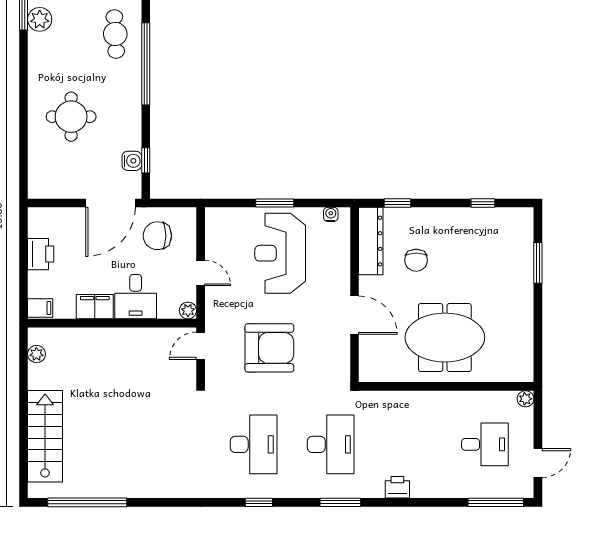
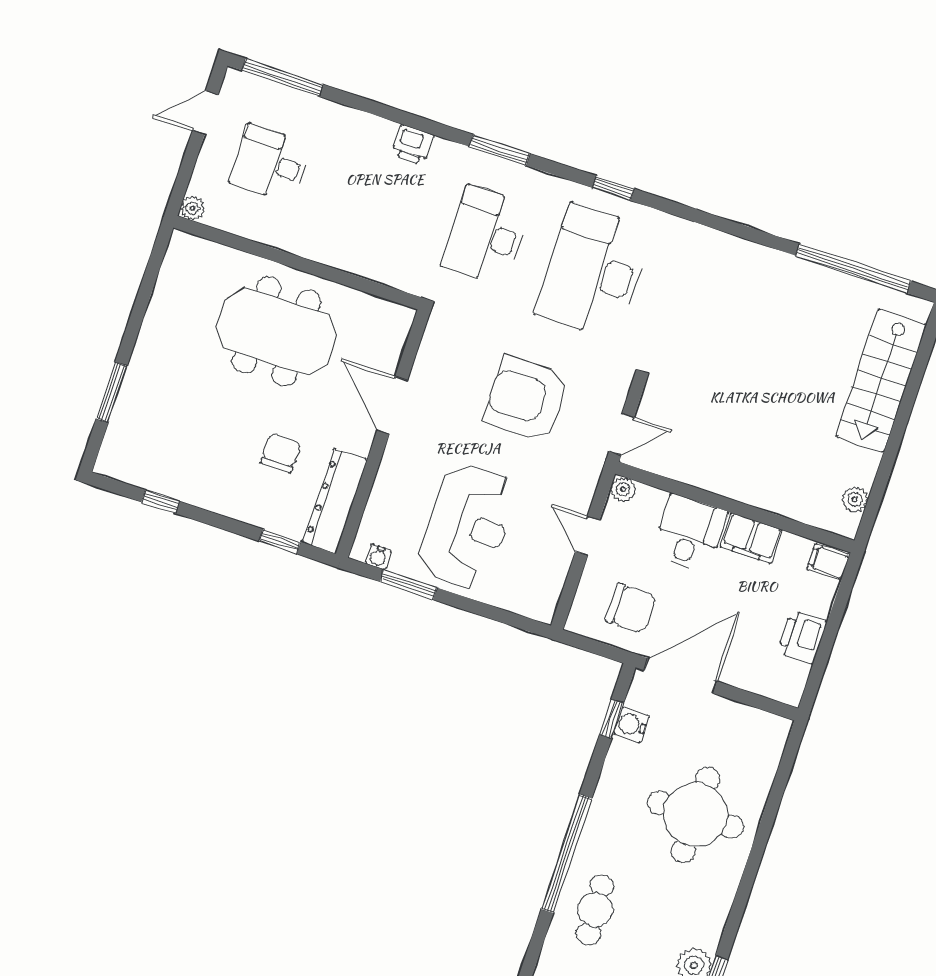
round table: (71, 117) -> (695, 815), width x1.36, depth x1.36
window: (275, 203) -> (409, 585), moved
desk: (254, 444) -> (594, 272), width x1.36, depth x1.30

